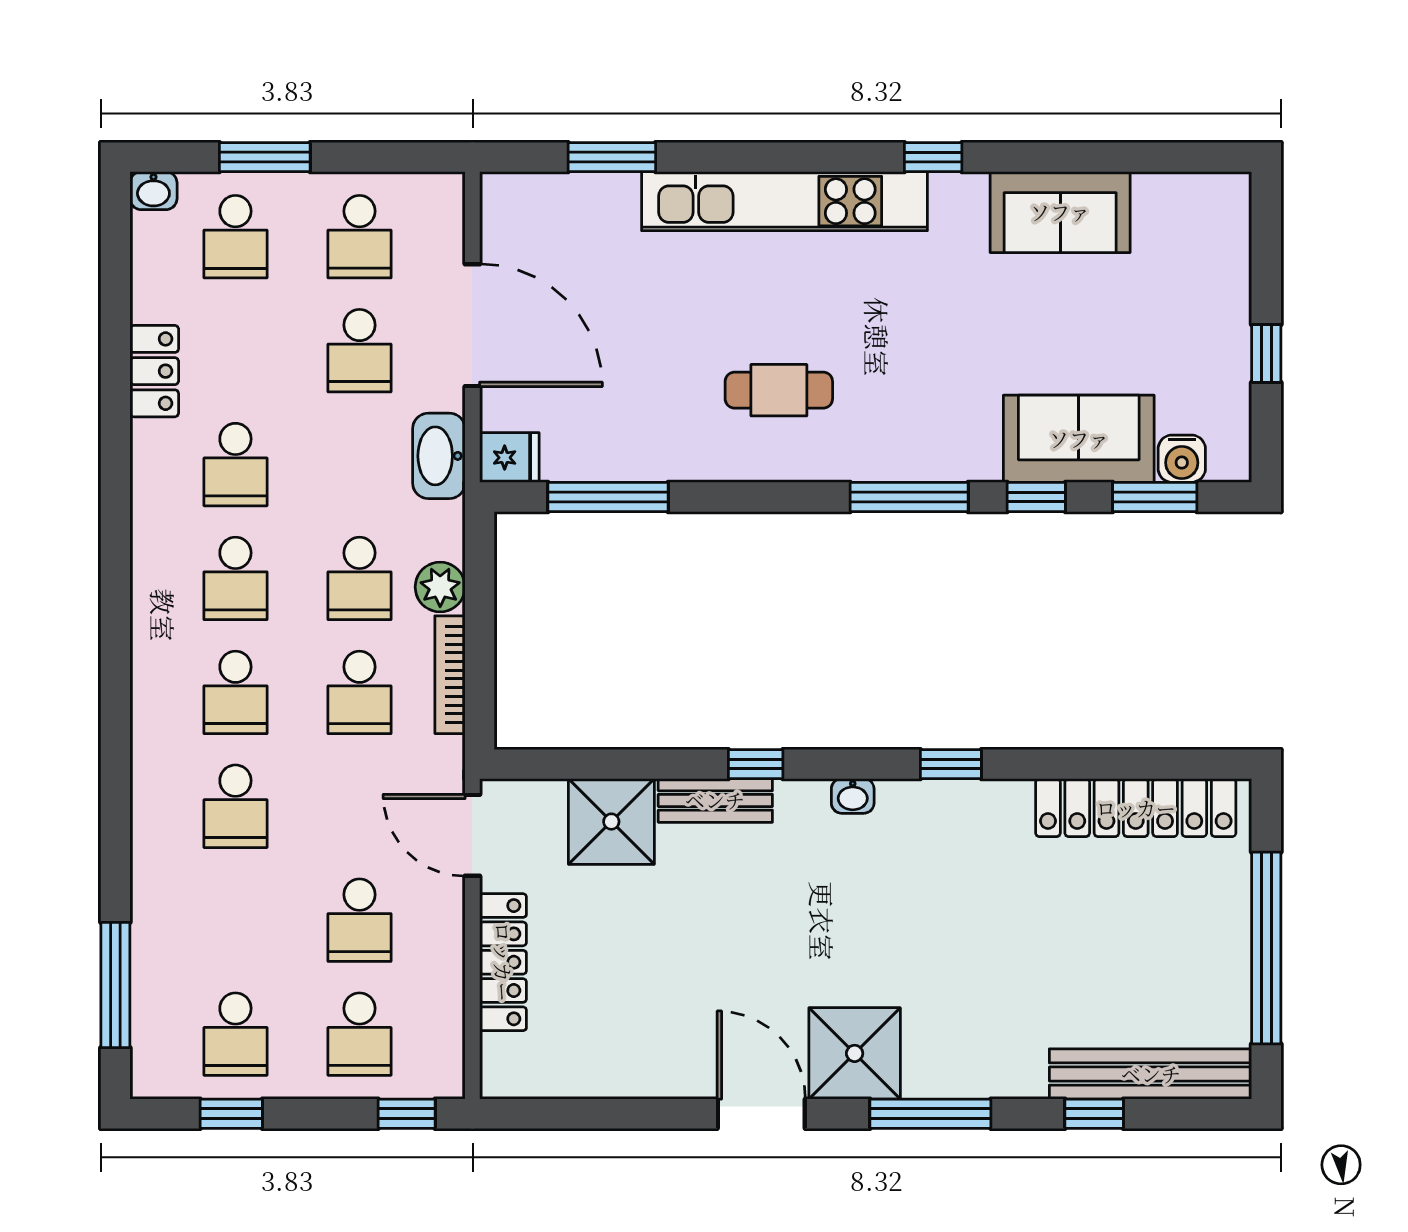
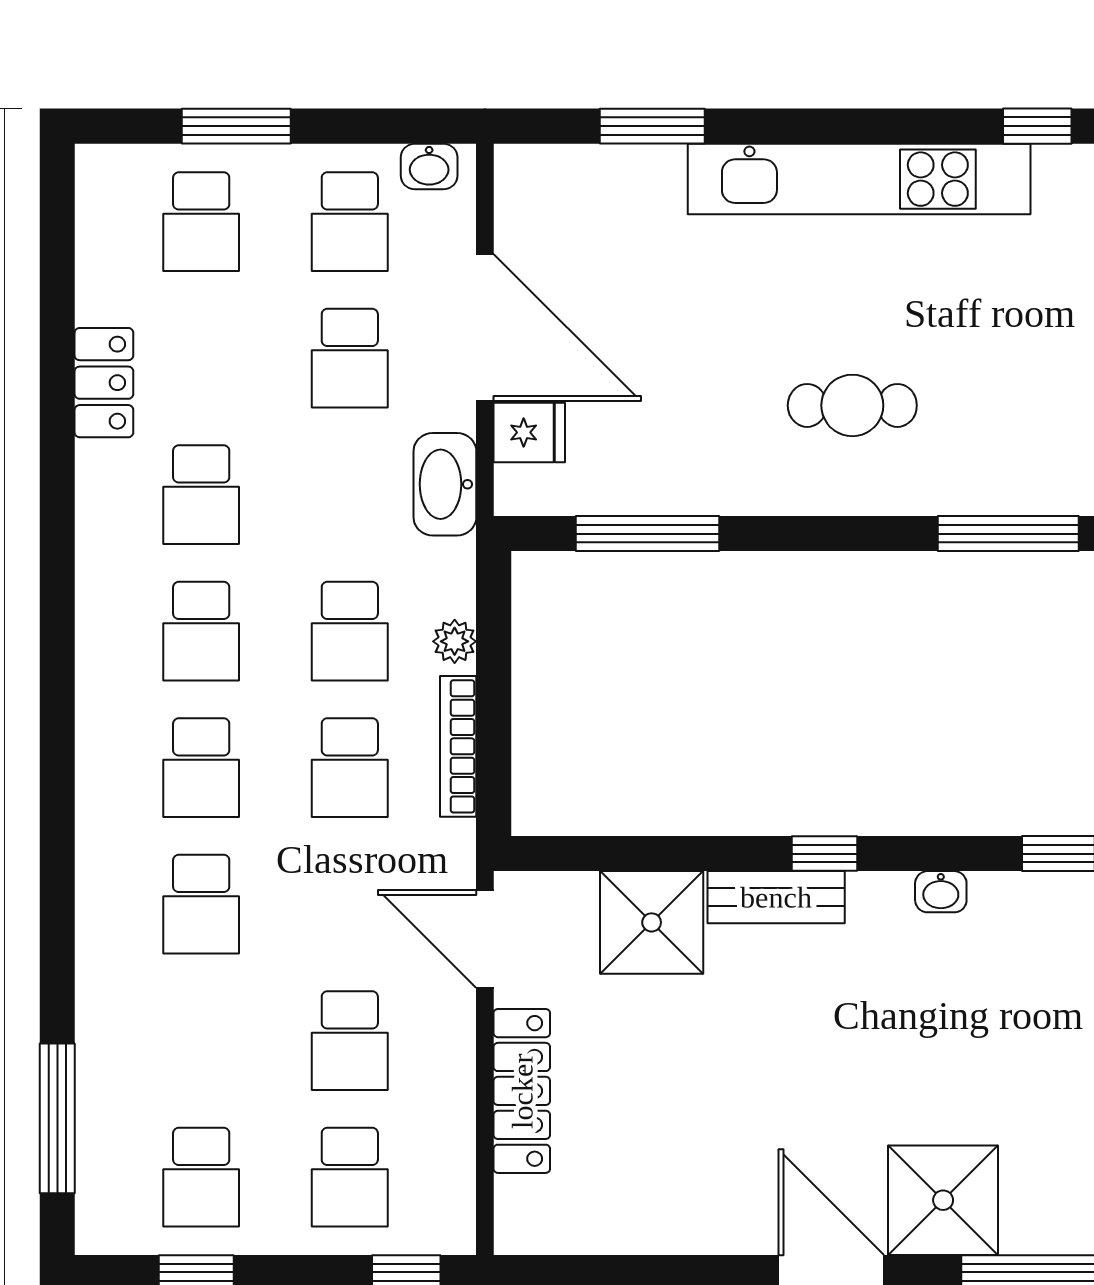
washbasin: (153, 191) -> (429, 166), moved
fridge: (509, 458) -> (529, 432), moved
plant: (440, 587) -> (455, 641), width x0.73, depth x0.73

